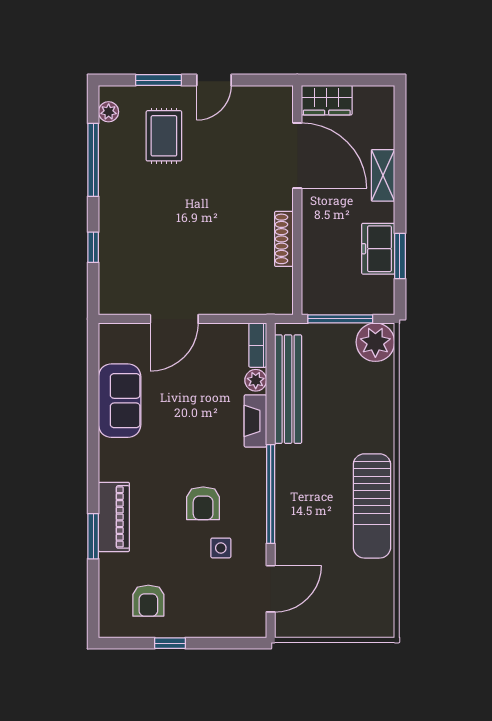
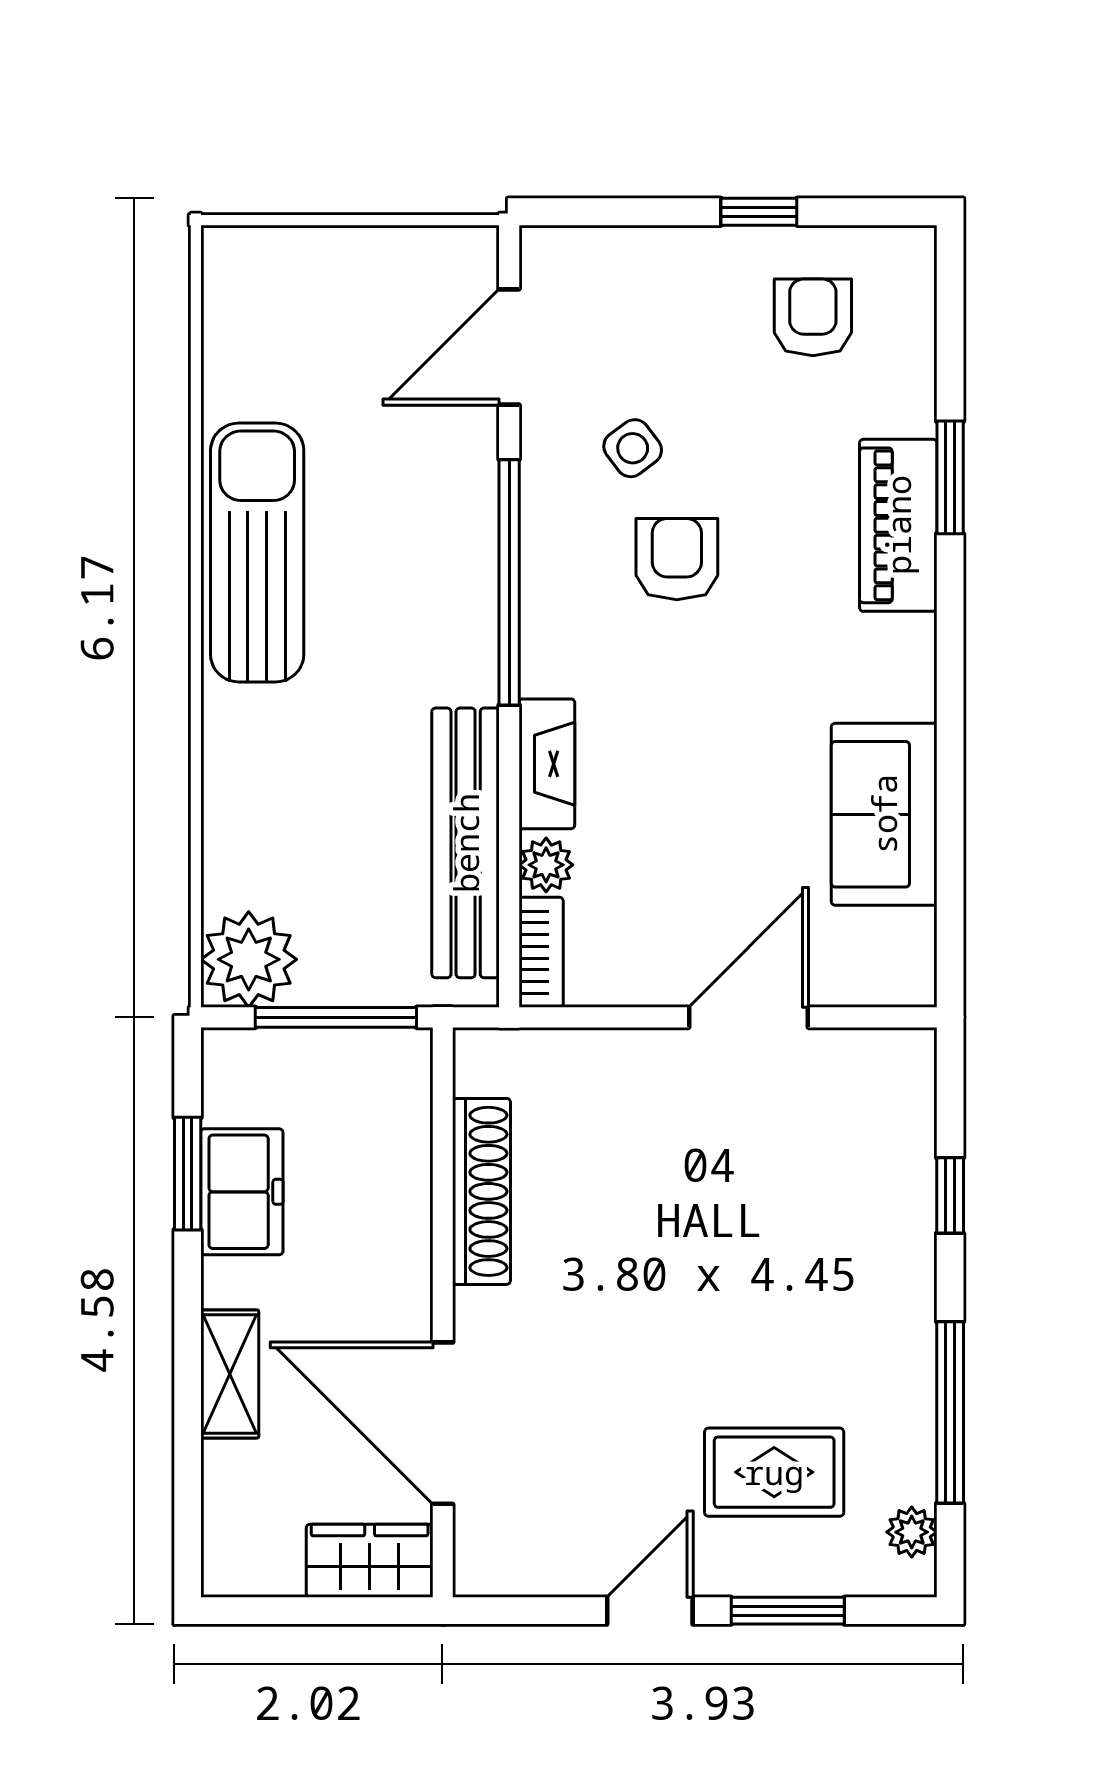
rug: (164, 136) -> (774, 1472), turned 90
shoe rack: (284, 239) -> (482, 1191), width x1.36, depth x1.24
side table: (221, 548) -> (633, 448), turned -37

